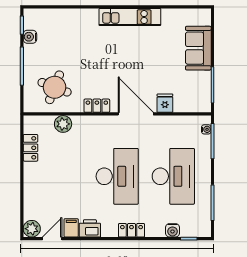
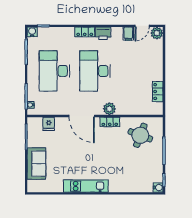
water cooler: (30, 37) -> (158, 188), moved
fridge: (165, 103) -> (49, 124), moved
plant: (63, 124) -> (109, 109), moved
printer: (90, 228) -> (103, 33), moved
water cooler: (172, 230) -> (32, 32), moved

